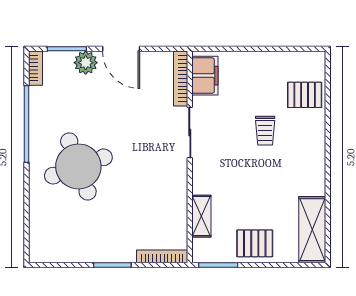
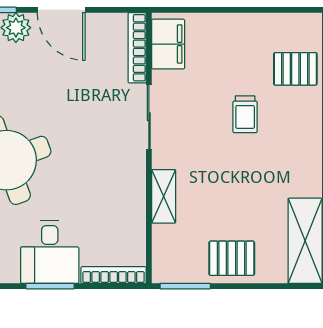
shelving: (201, 216) -> (164, 196), moved
desk: (112, 238) -> (50, 252), added

